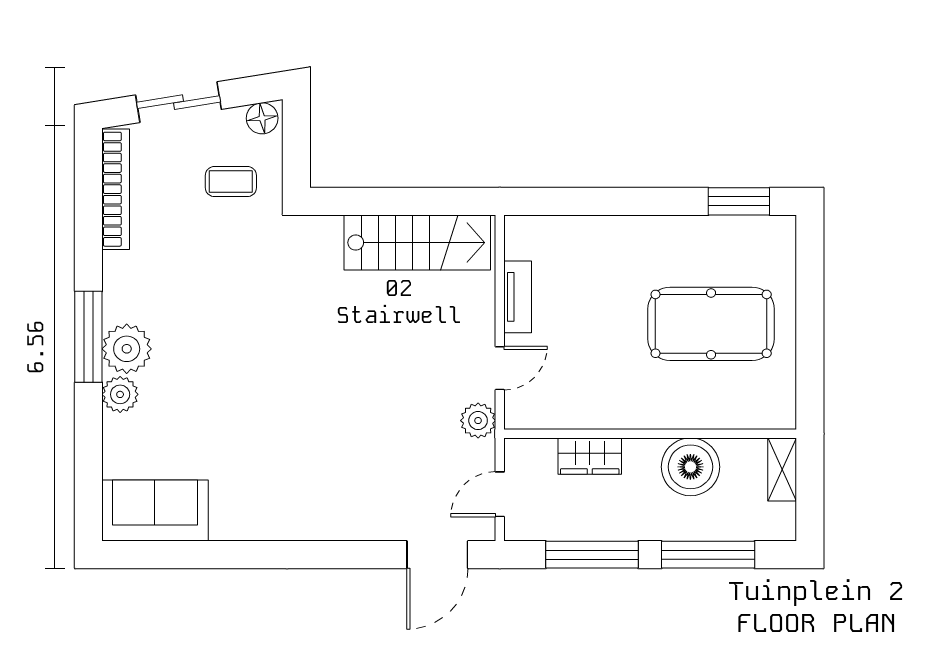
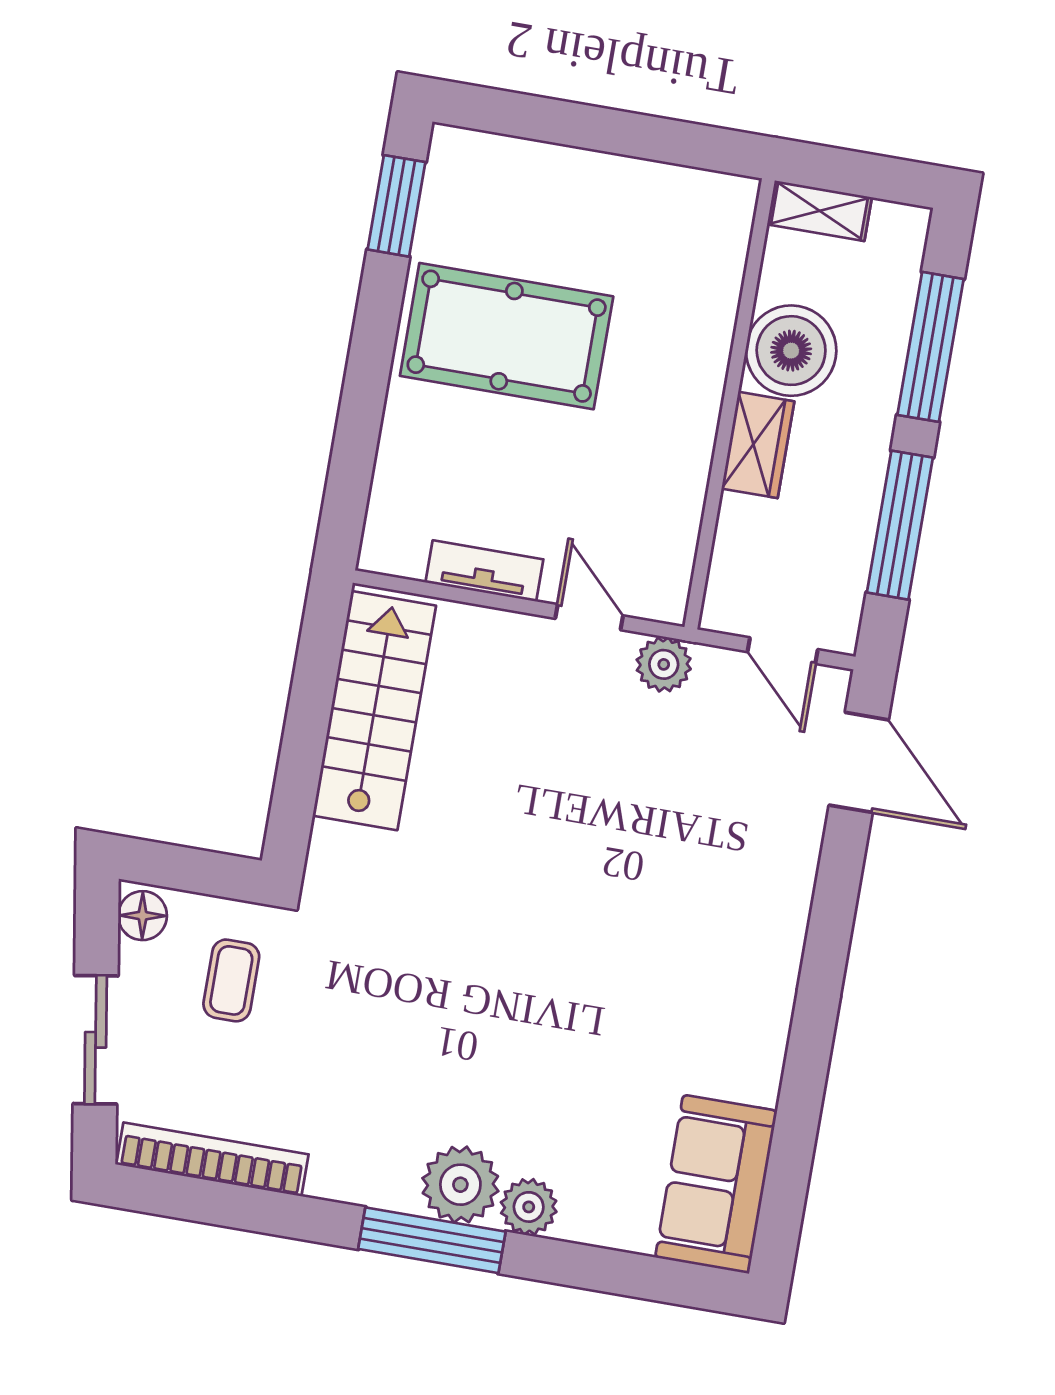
pool table: (711, 324) -> (507, 336), moved, turned 90
wardrobe: (590, 456) -> (758, 445), moved

